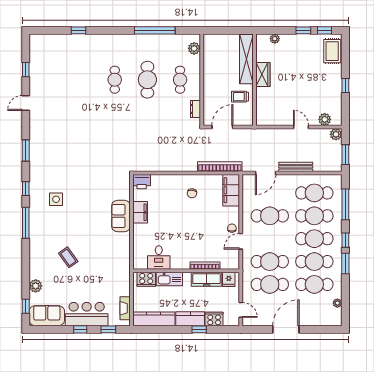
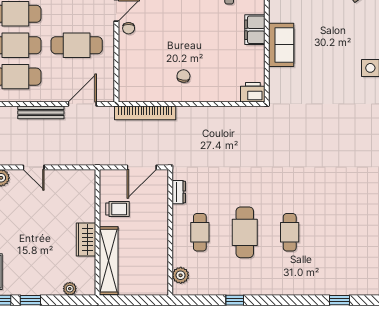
window: (155, 30) -> (235, 300), width x0.32
filing cabinet: (231, 190) -> (130, 80), removed
filing cabinet: (140, 212) -> (255, 30), moved

